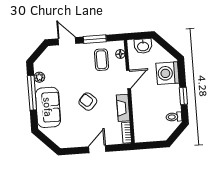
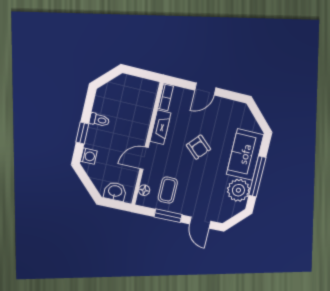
washing machine: (167, 73) -> (89, 156), width x0.53, depth x0.53
plant: (39, 77) -> (238, 190), width x1.88, depth x1.88
window: (183, 96) -> (82, 133), moved
toilet: (174, 117) -> (99, 120), moved

